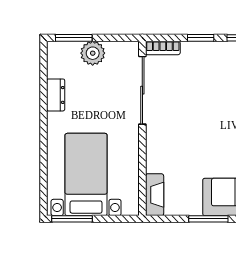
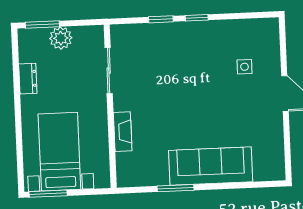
bookcase: (163, 48) -> (126, 30), removed
sliding door: (142, 90) -> (109, 71), width x0.73
fireplace: (155, 195) -> (123, 132), moved

